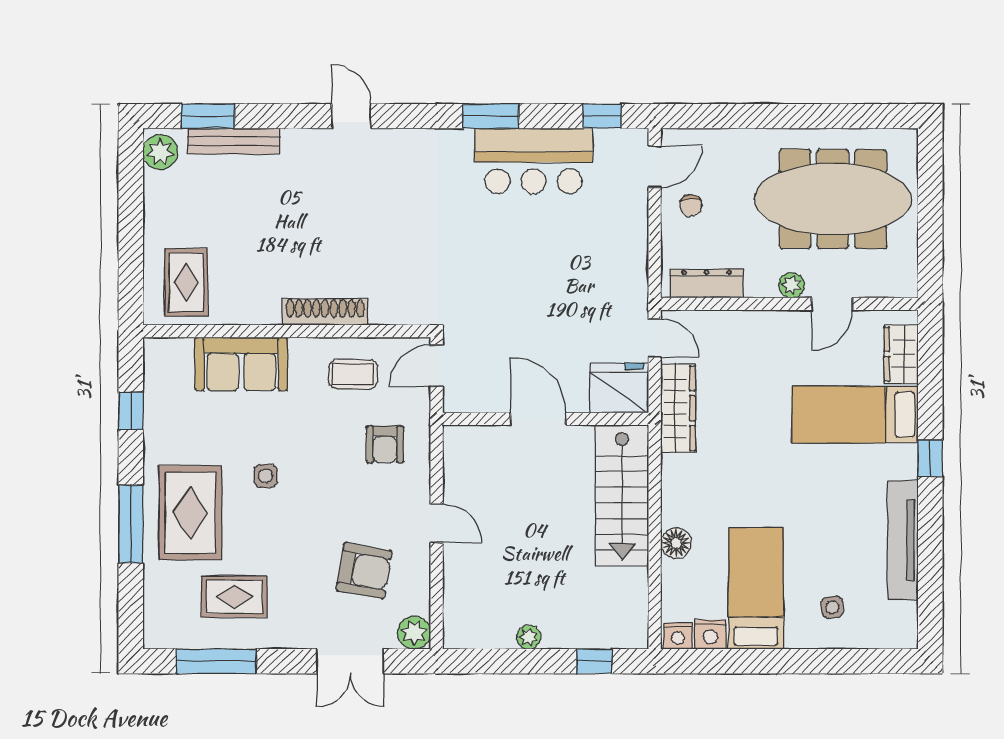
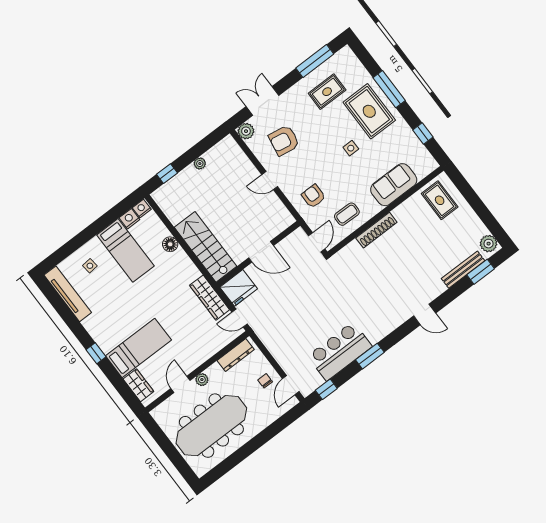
tv unit: (903, 540) -> (68, 294), moved

